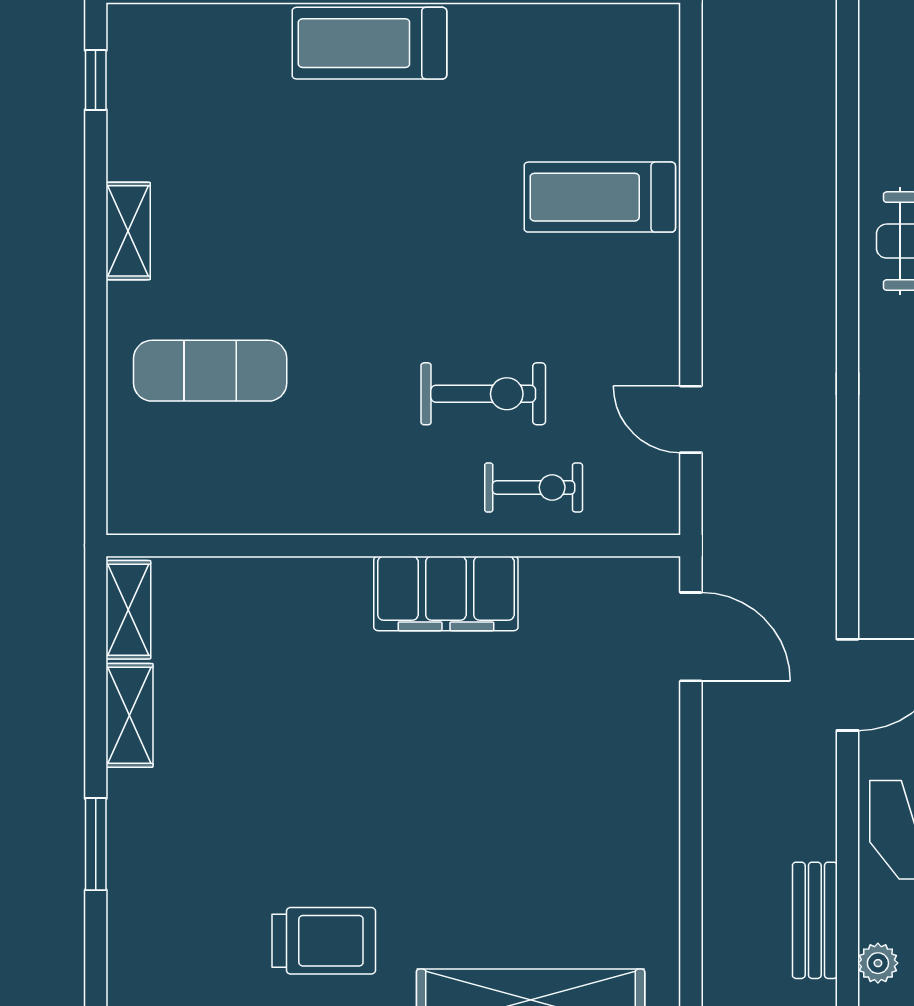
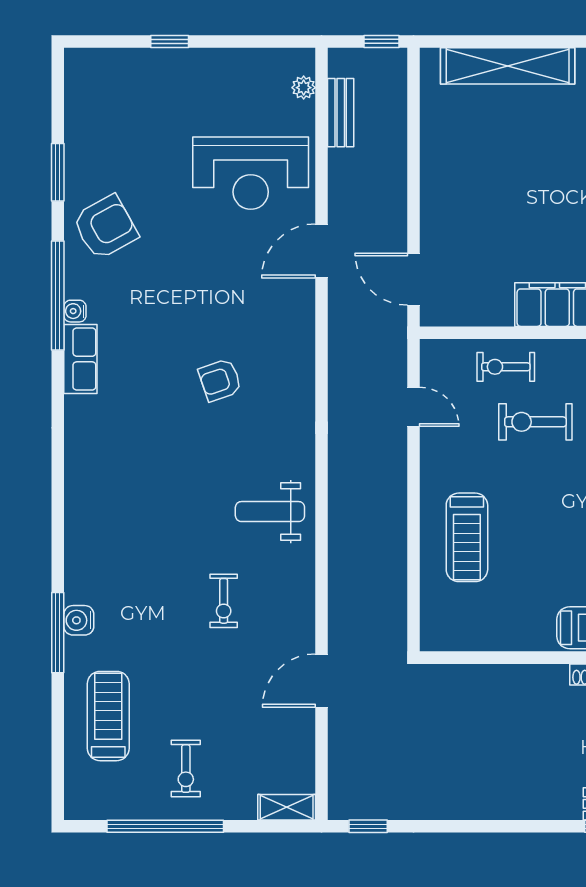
treadmill: (600, 197) -> (467, 537), turned 90

